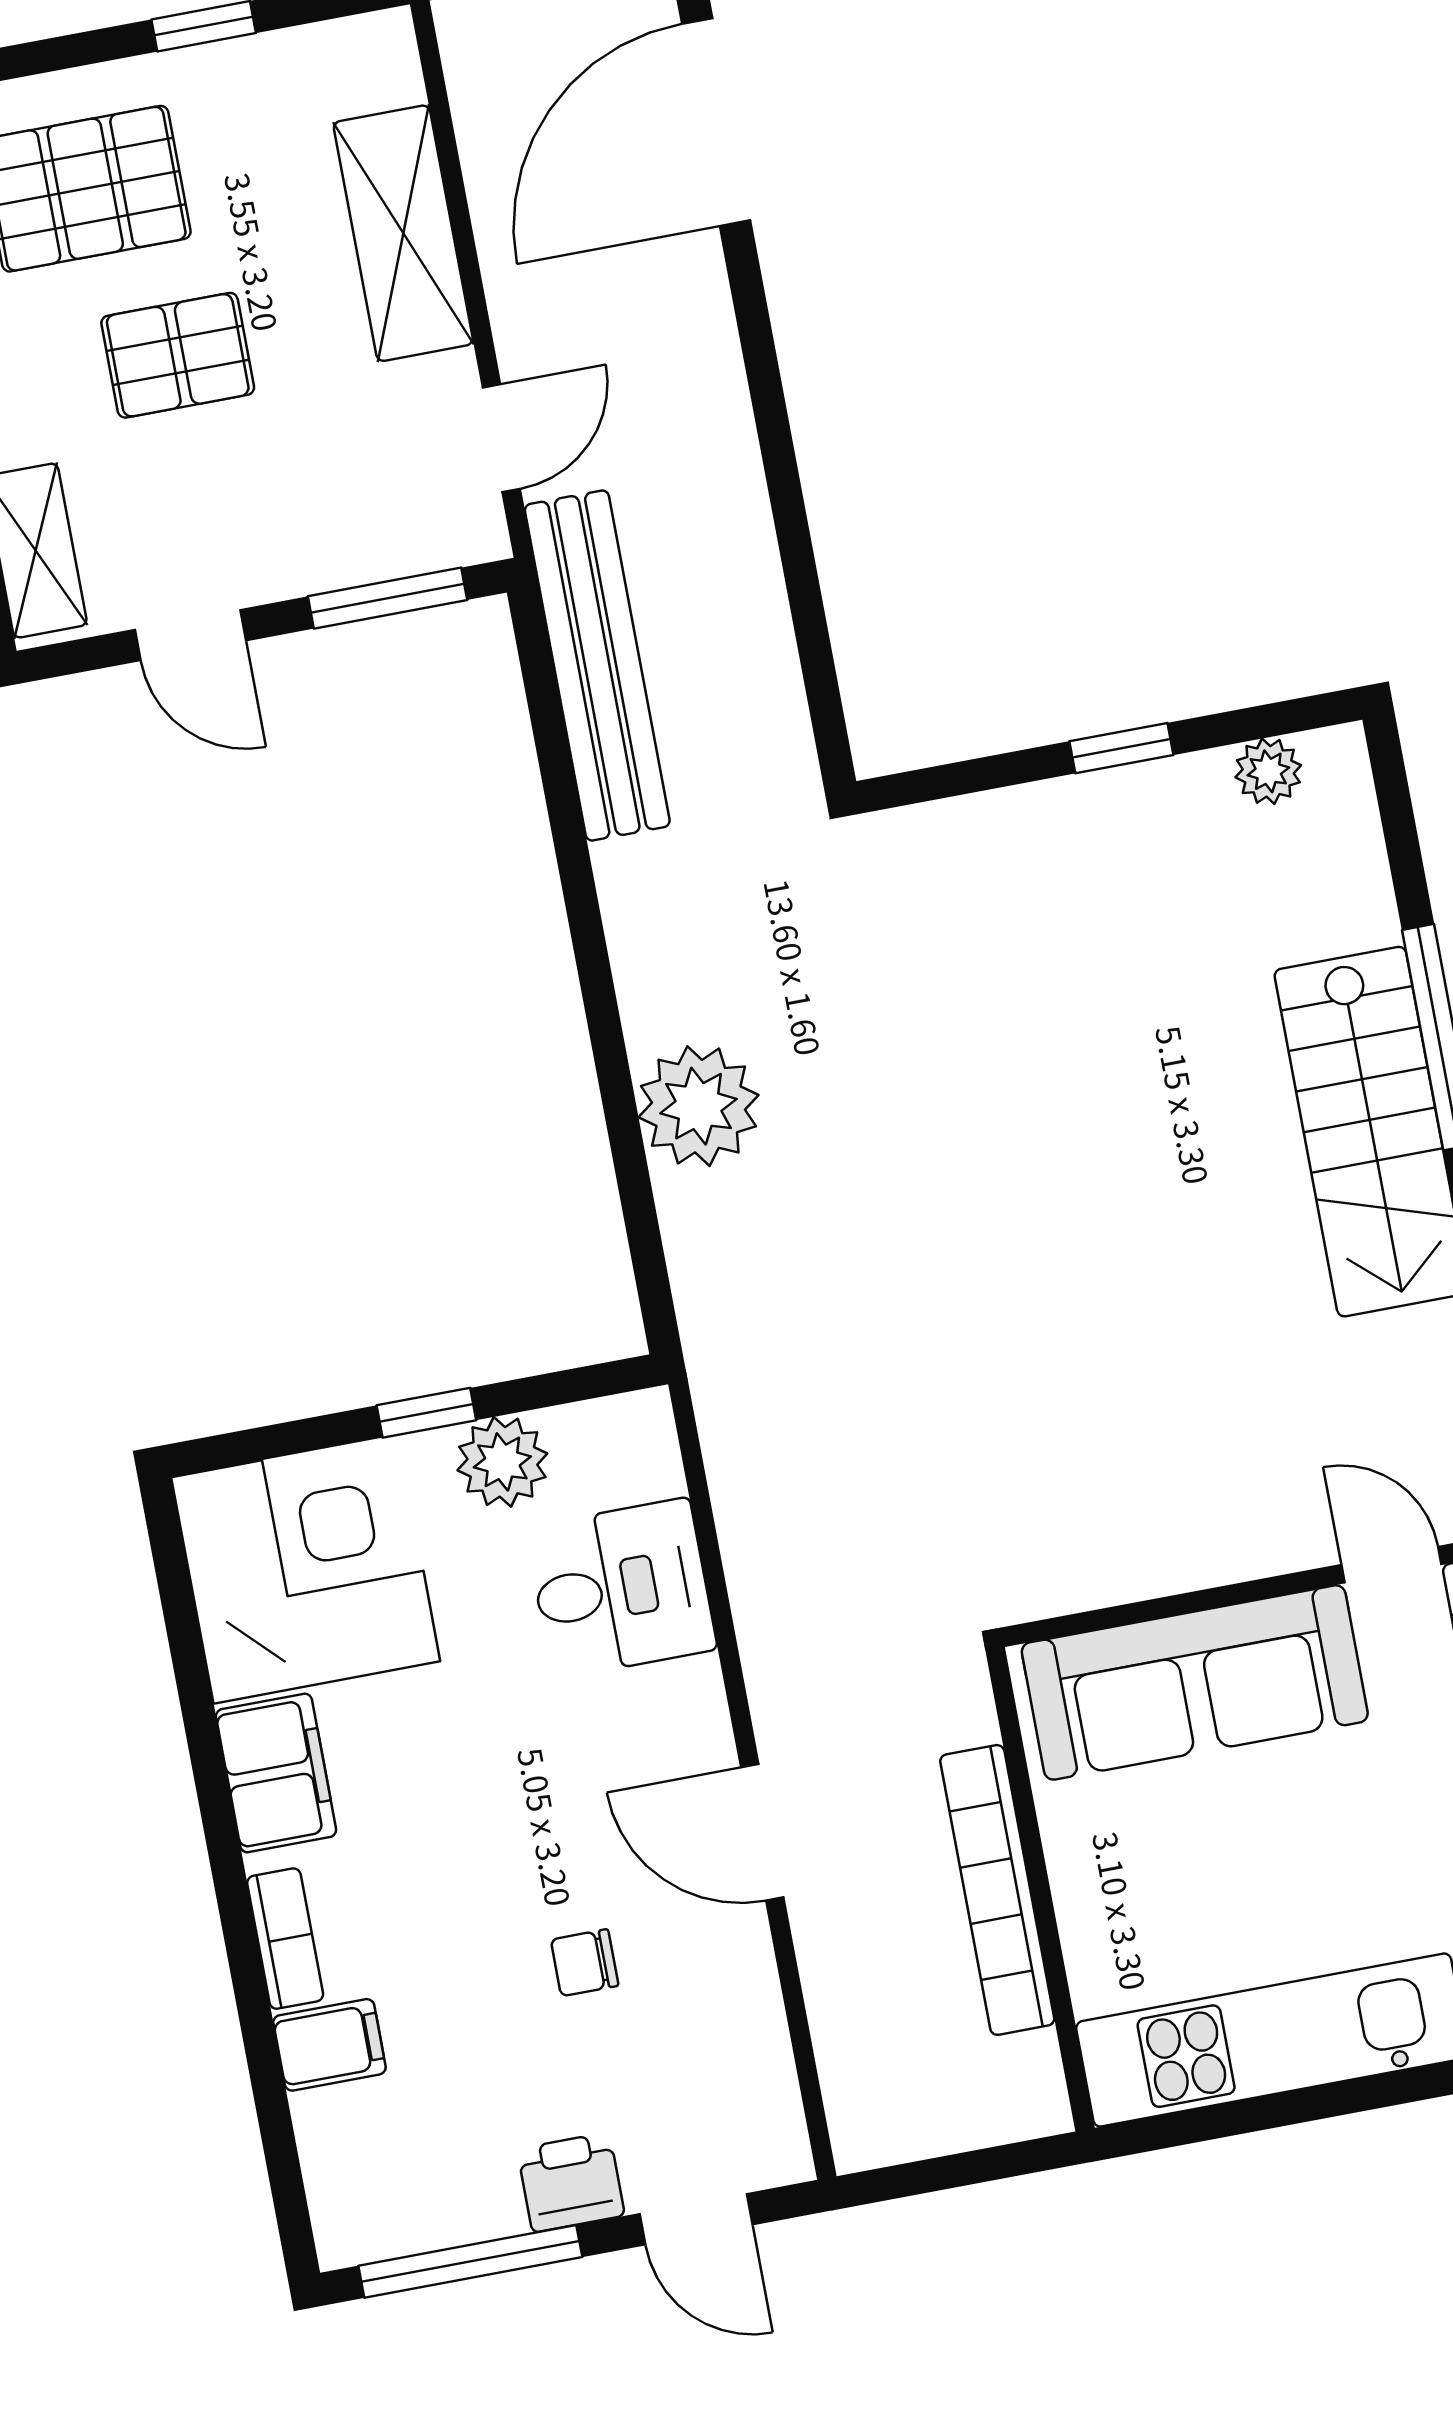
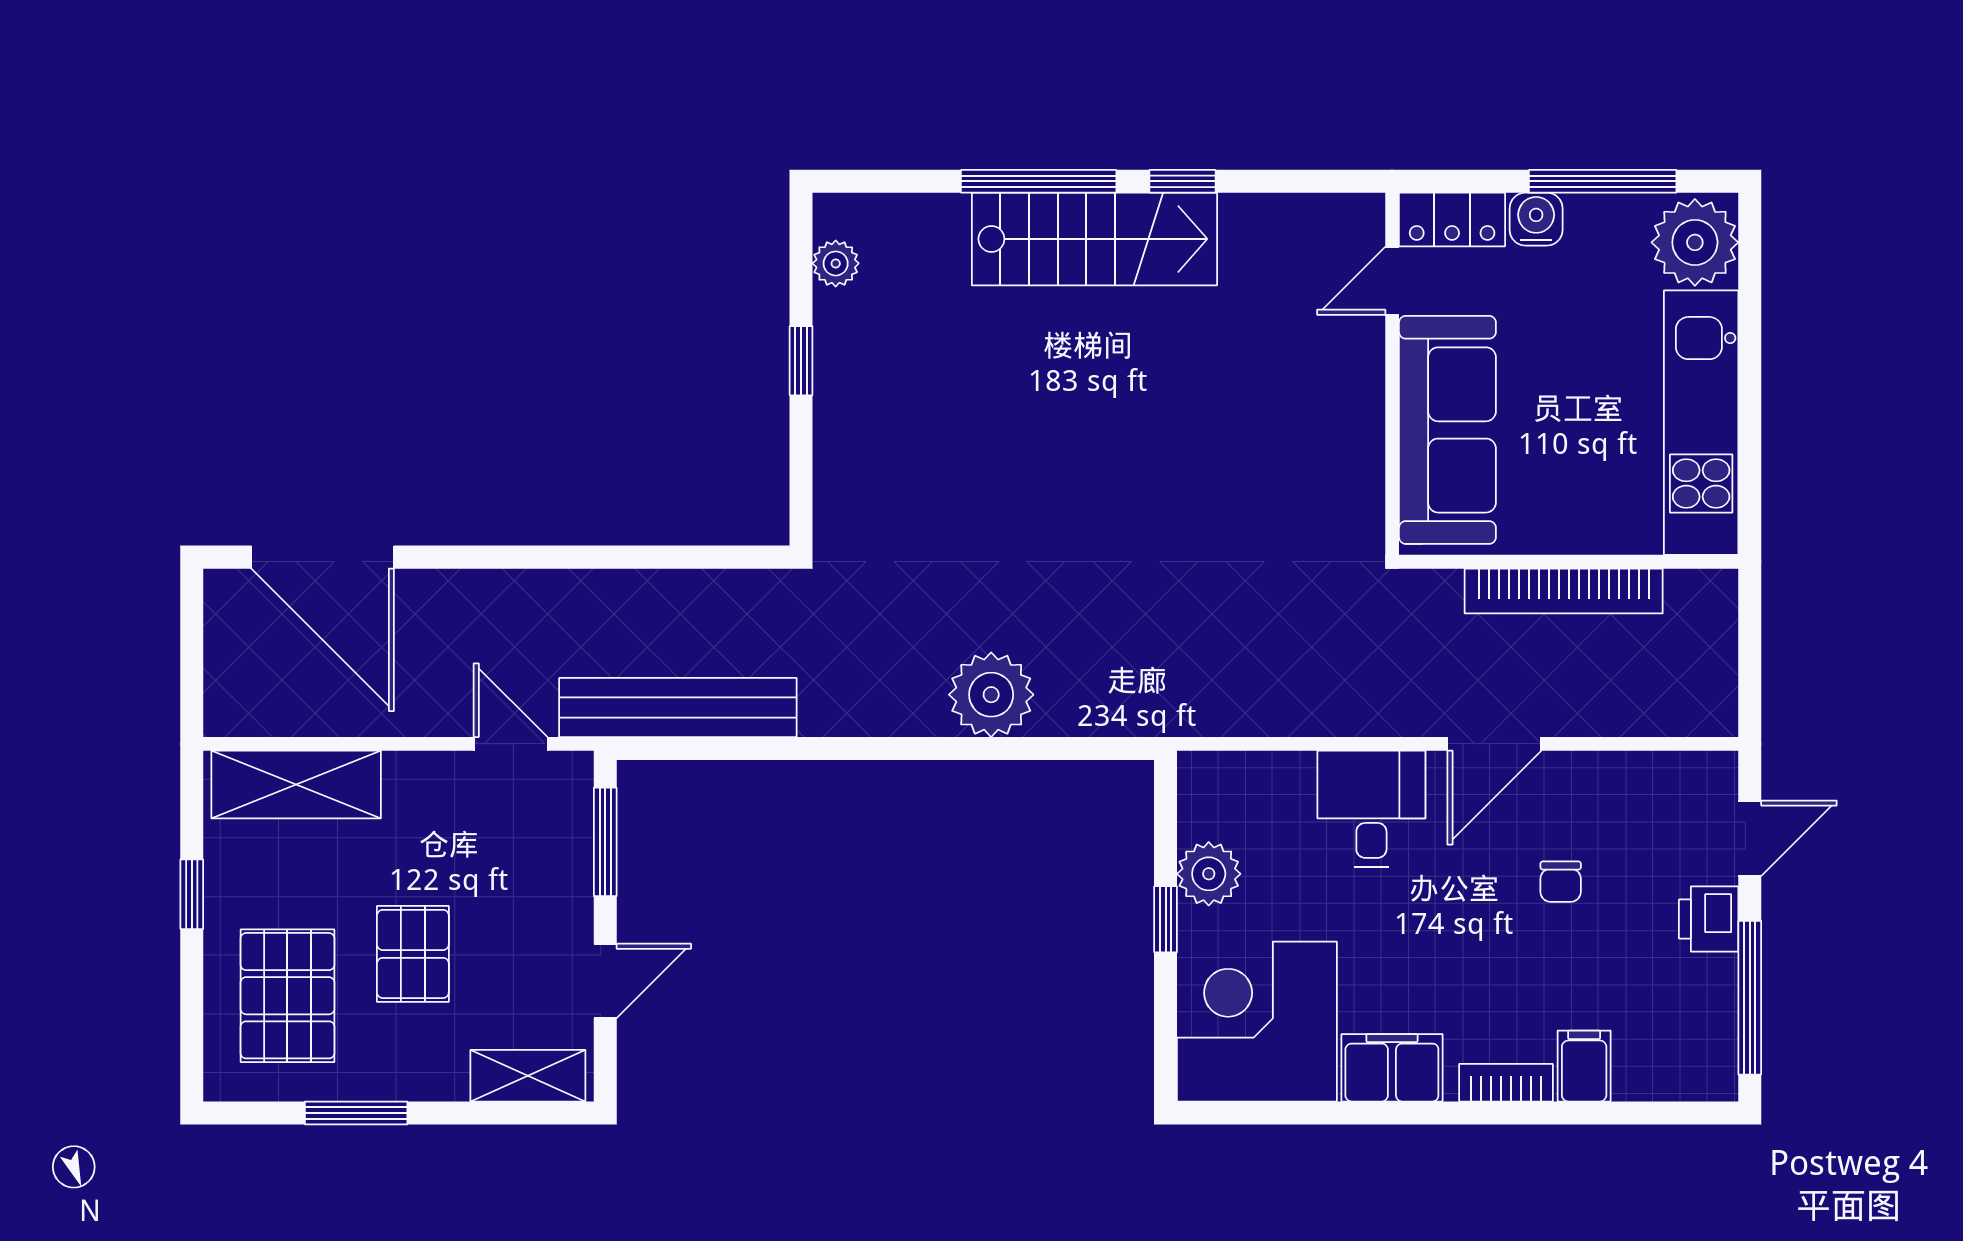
shelving: (403, 233) -> (296, 785), moved
desk: (621, 1588) -> (1371, 809), moved

